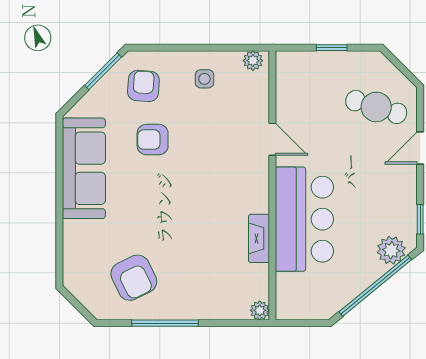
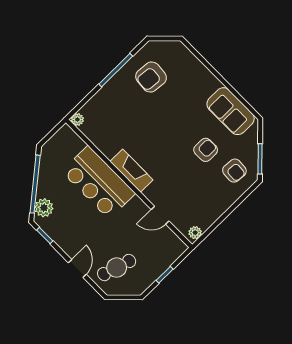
side table: (204, 79) -> (209, 202), removed
door: (272, 139) -> (160, 215), moved
sofa: (84, 168) -> (231, 111), width x0.73
fireplace: (259, 238) -> (132, 171), moved, width x1.37, depth x1.32
armchair: (134, 278) -> (151, 77), turned -59

